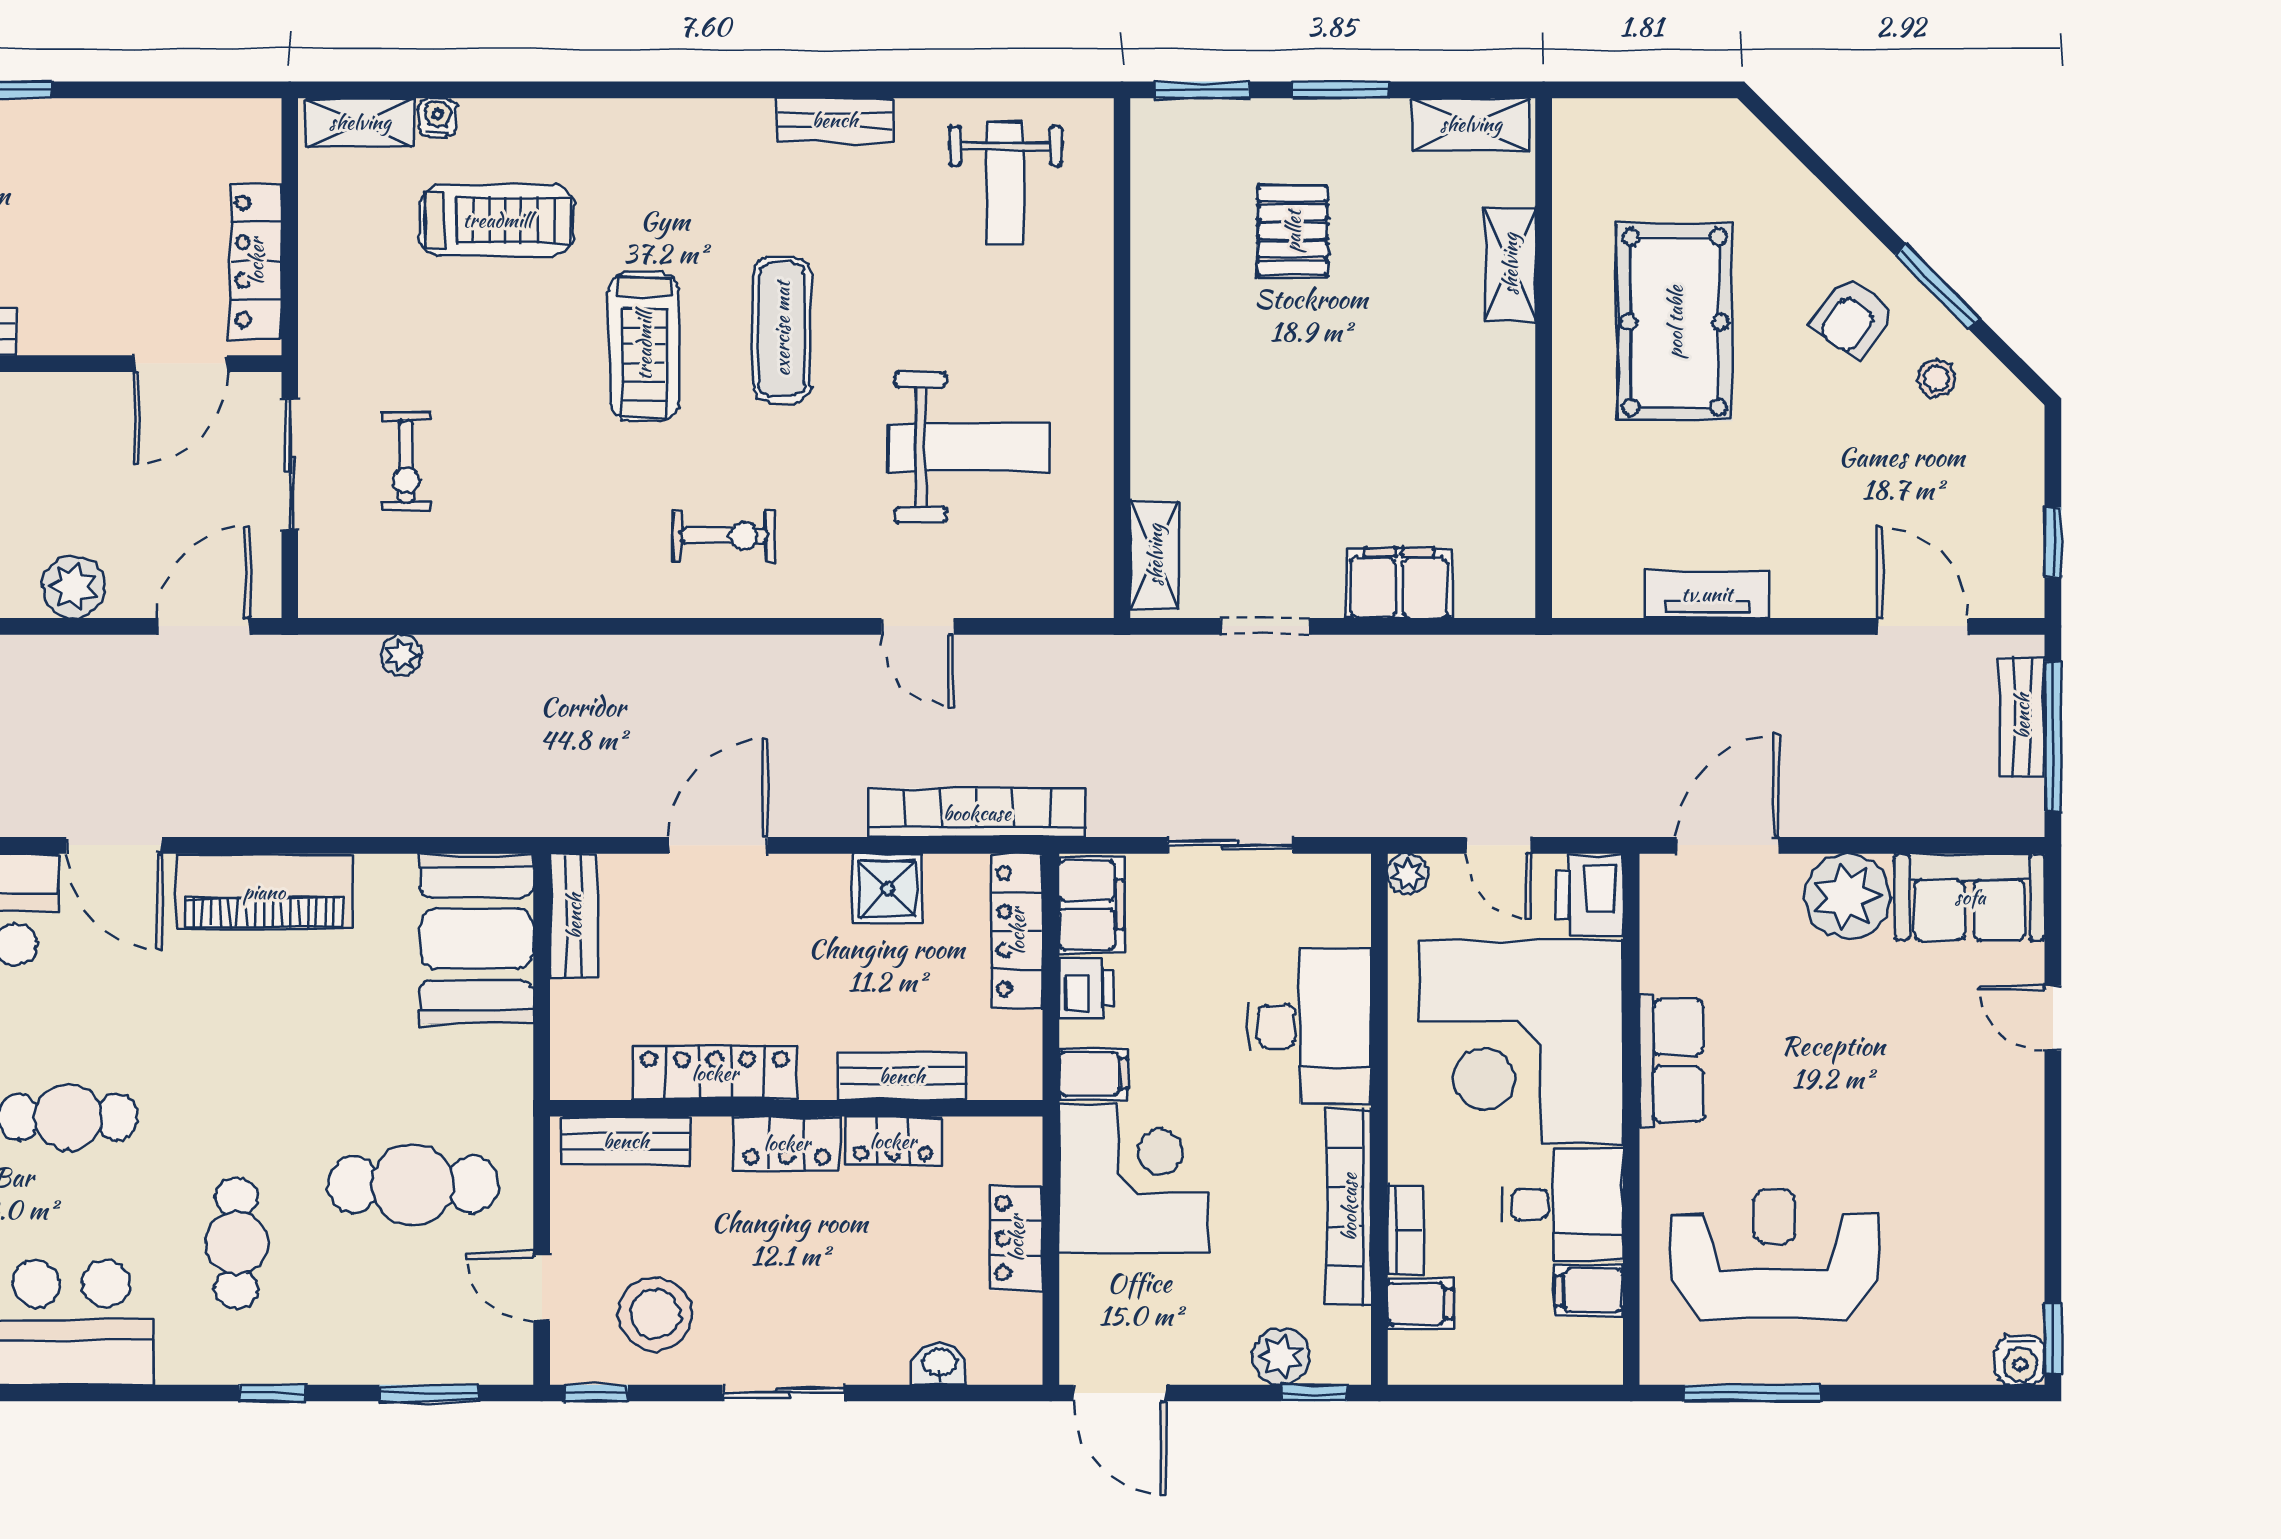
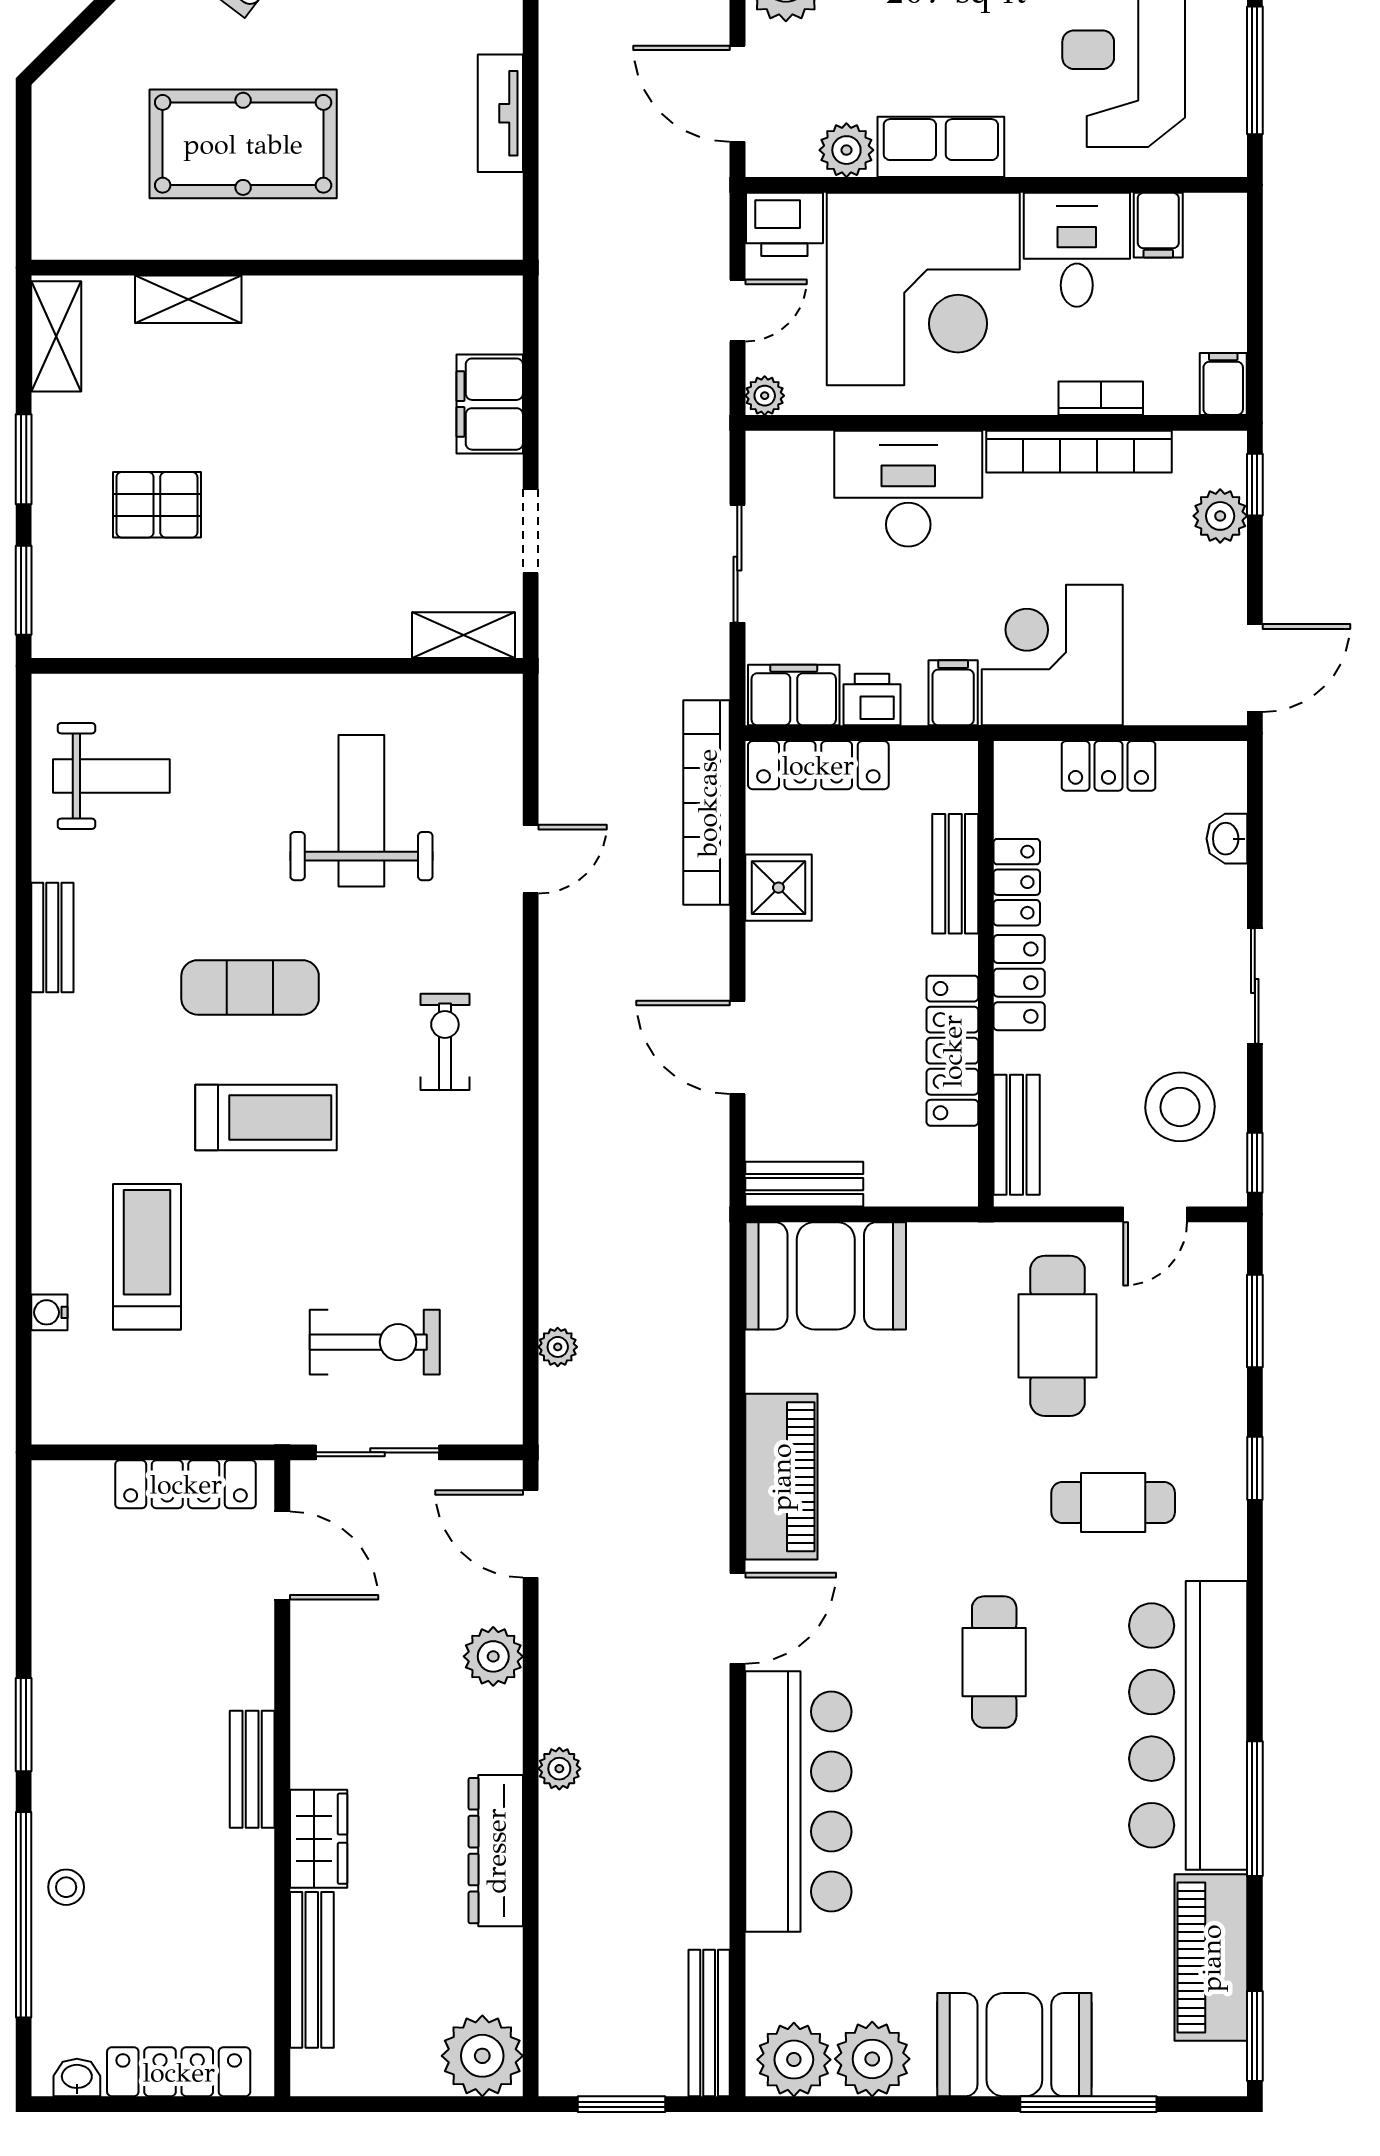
shelving: (360, 122) -> (54, 1386), removed
exercise bike: (406, 462) -> (375, 1342), width x1.38, depth x1.39
plant: (1668, 961) -> (846, 150), added
filing cabinet: (1420, 1304) -> (1223, 384), moved

